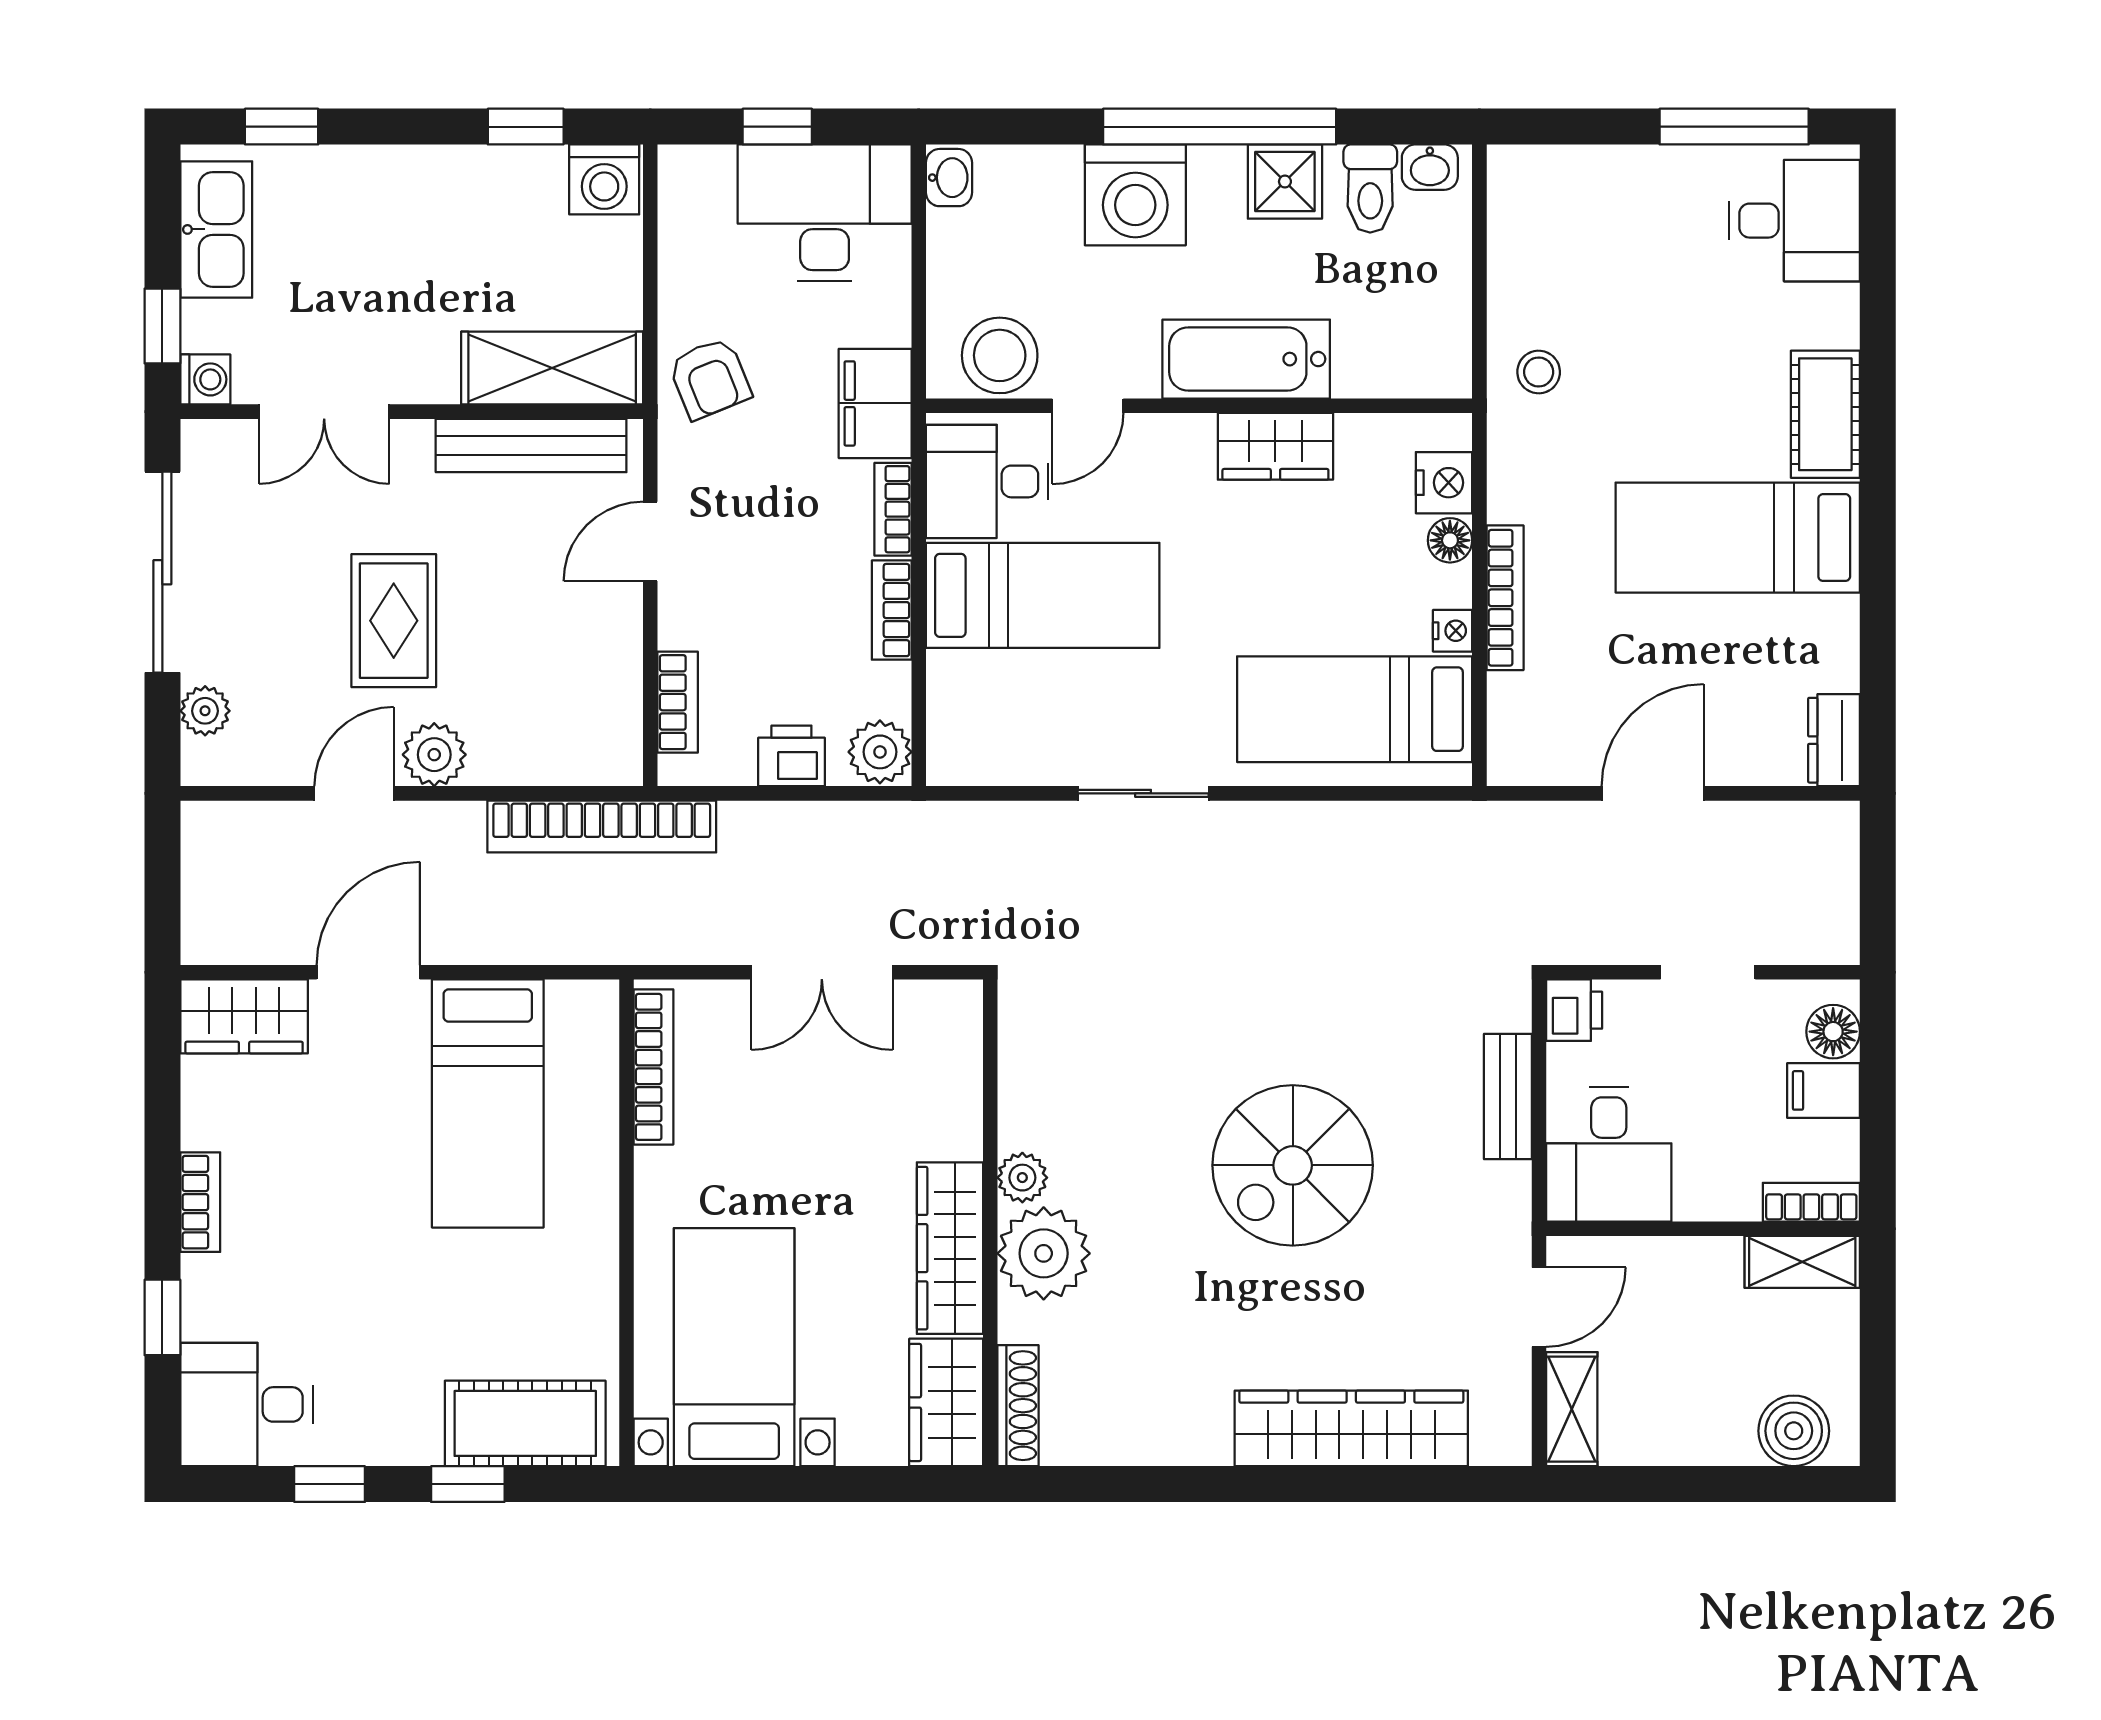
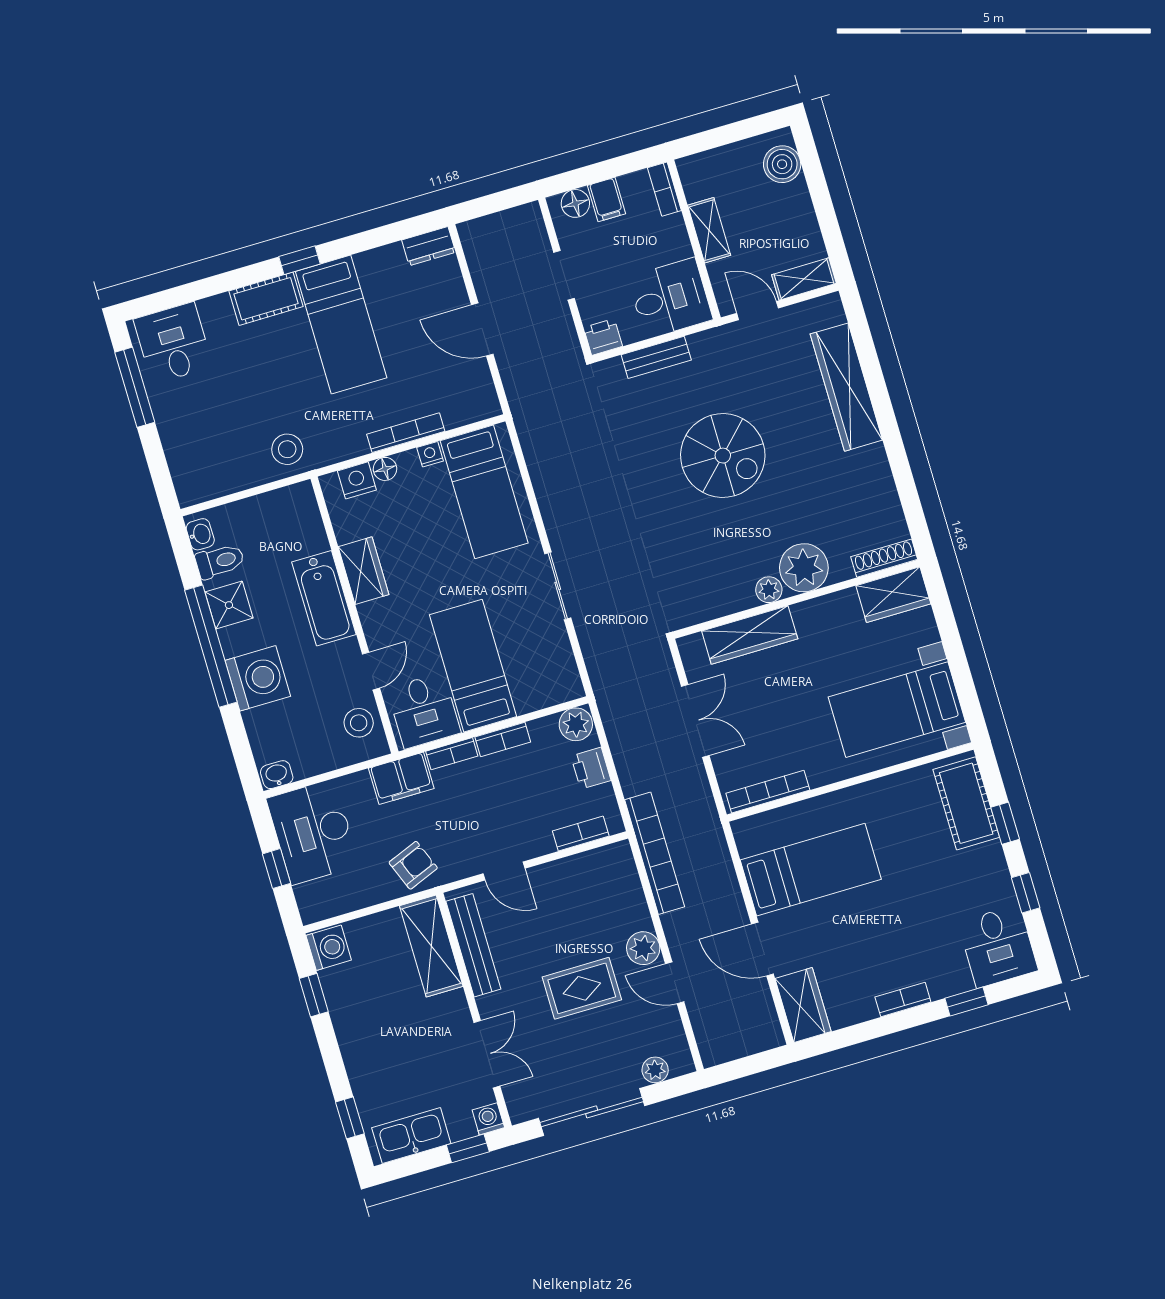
stool: (1000, 355) -> (359, 723), width x0.73, depth x0.73
stool: (1539, 372) -> (287, 449), width x1.37, depth x1.37
door: (1088, 406) -> (371, 671), hinge flipped
window: (1878, 496) -> (300, 260), added
wardrobe: (950, 1248) -> (750, 635), moved
shelving: (1802, 1262) -> (709, 230), moved

